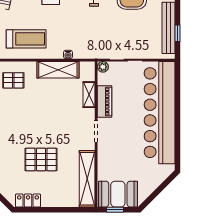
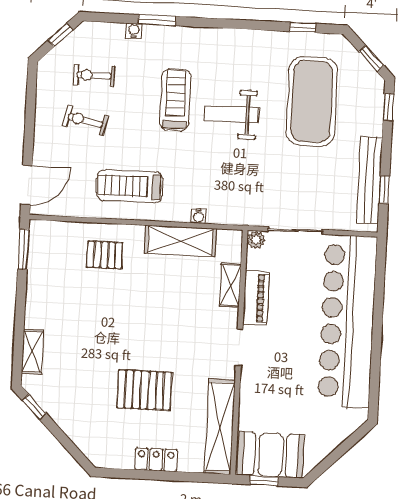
treadmill: (26, 39) -> (130, 186), turned 180
locker: (28, 200) -> (156, 460), moved

